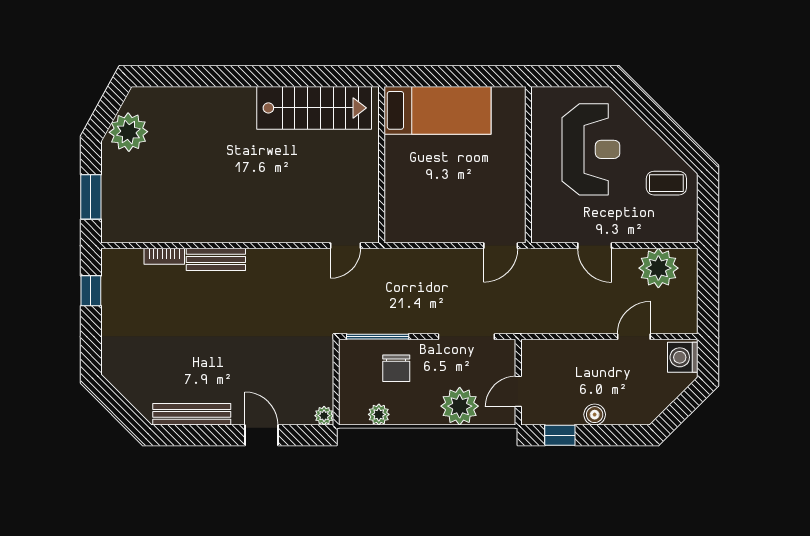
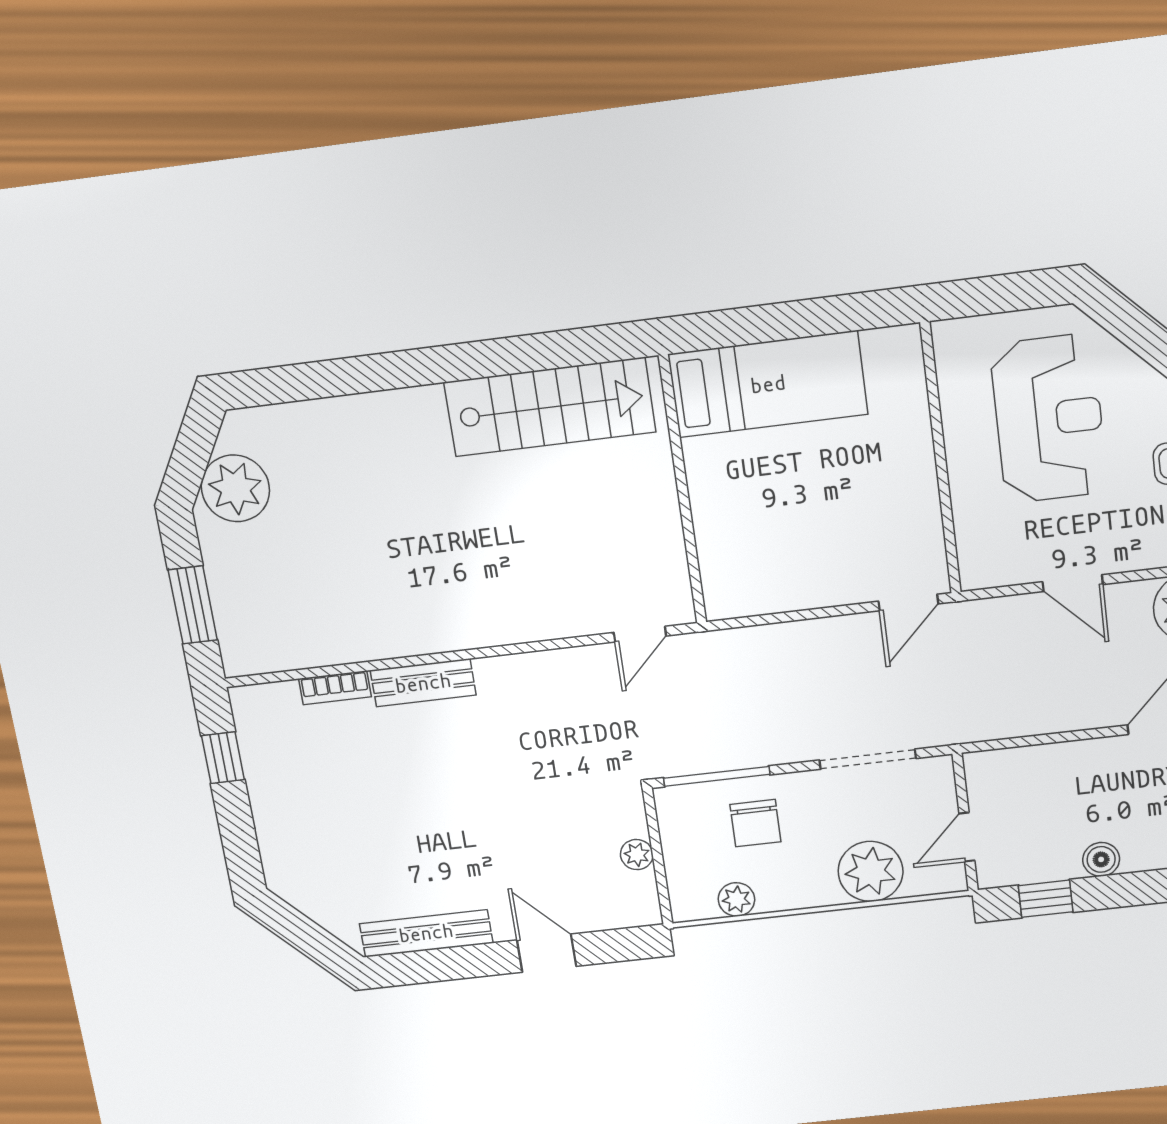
plant: (324, 416) -> (637, 855), moved

